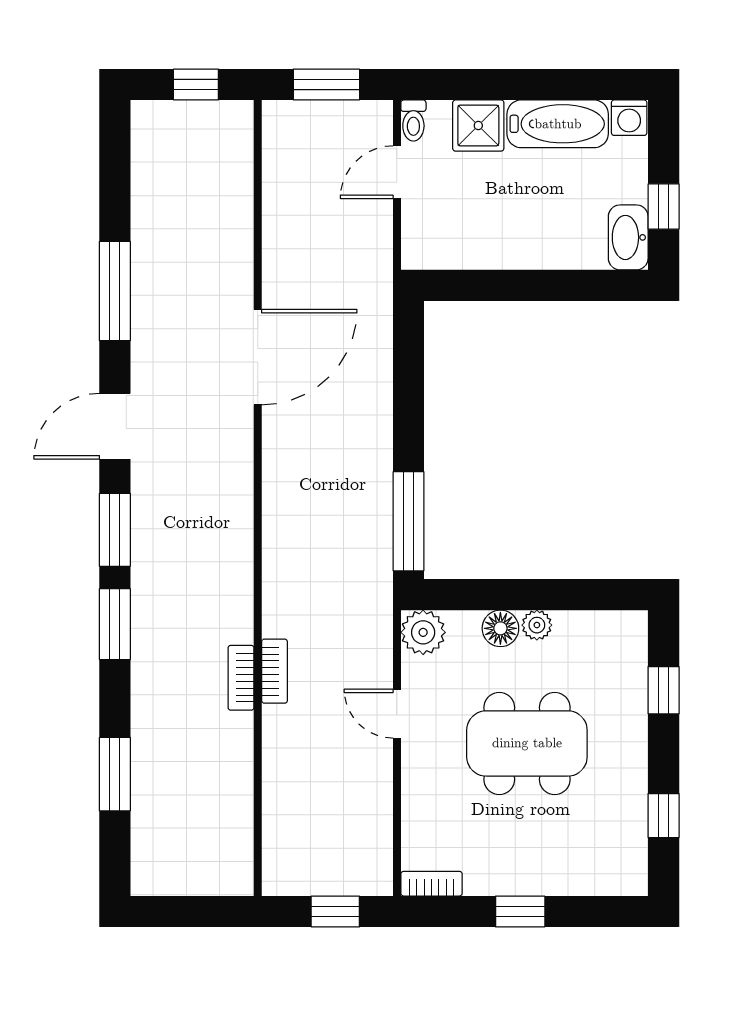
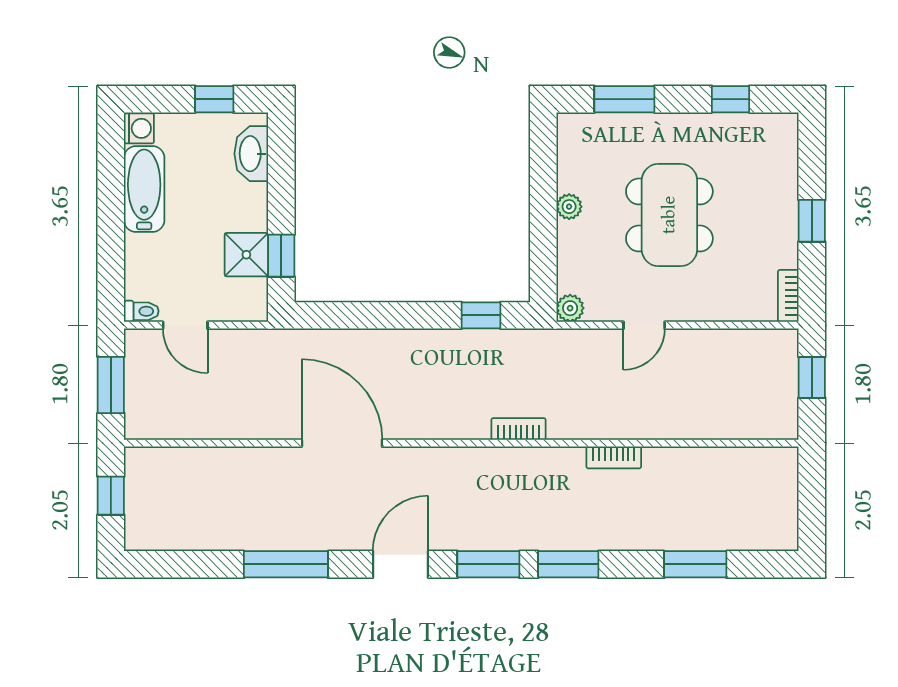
shower: (478, 126) -> (246, 255), moved
washbasin: (628, 237) -> (251, 154), moved, turned 90
window: (479, 285) -> (281, 256), added
door: (115, 426) -> (401, 564), swing flipped
window: (409, 521) -> (481, 315), width x0.46
floor lamp: (500, 628) -> (572, 237), removed
plant: (423, 632) -> (570, 308), width x0.73, depth x0.73
bookcase: (275, 671) -> (518, 429), moved
window: (664, 690) -> (624, 99), width x1.50

